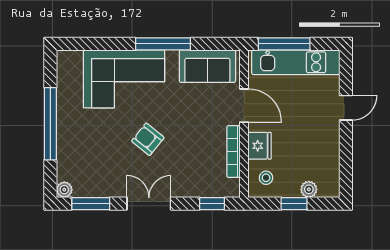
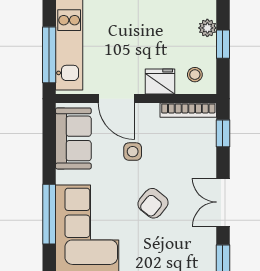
window: (163, 44) -> (49, 214), moved
door: (244, 106) -> (116, 99), swing flipped
side table: (195, 121) -> (133, 152), added
bookcase: (233, 152) -> (188, 110), moved

